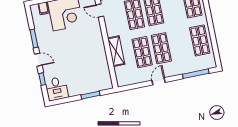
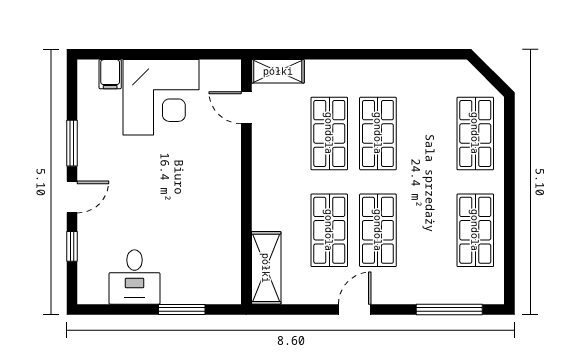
shelving: (116, 51) -> (266, 268), moved
door: (38, 60) -> (72, 197), hinge flipped
desk: (57, 89) -> (134, 277), moved

